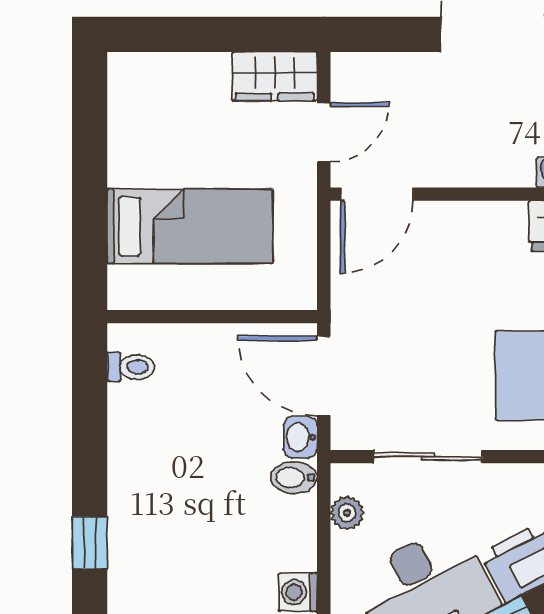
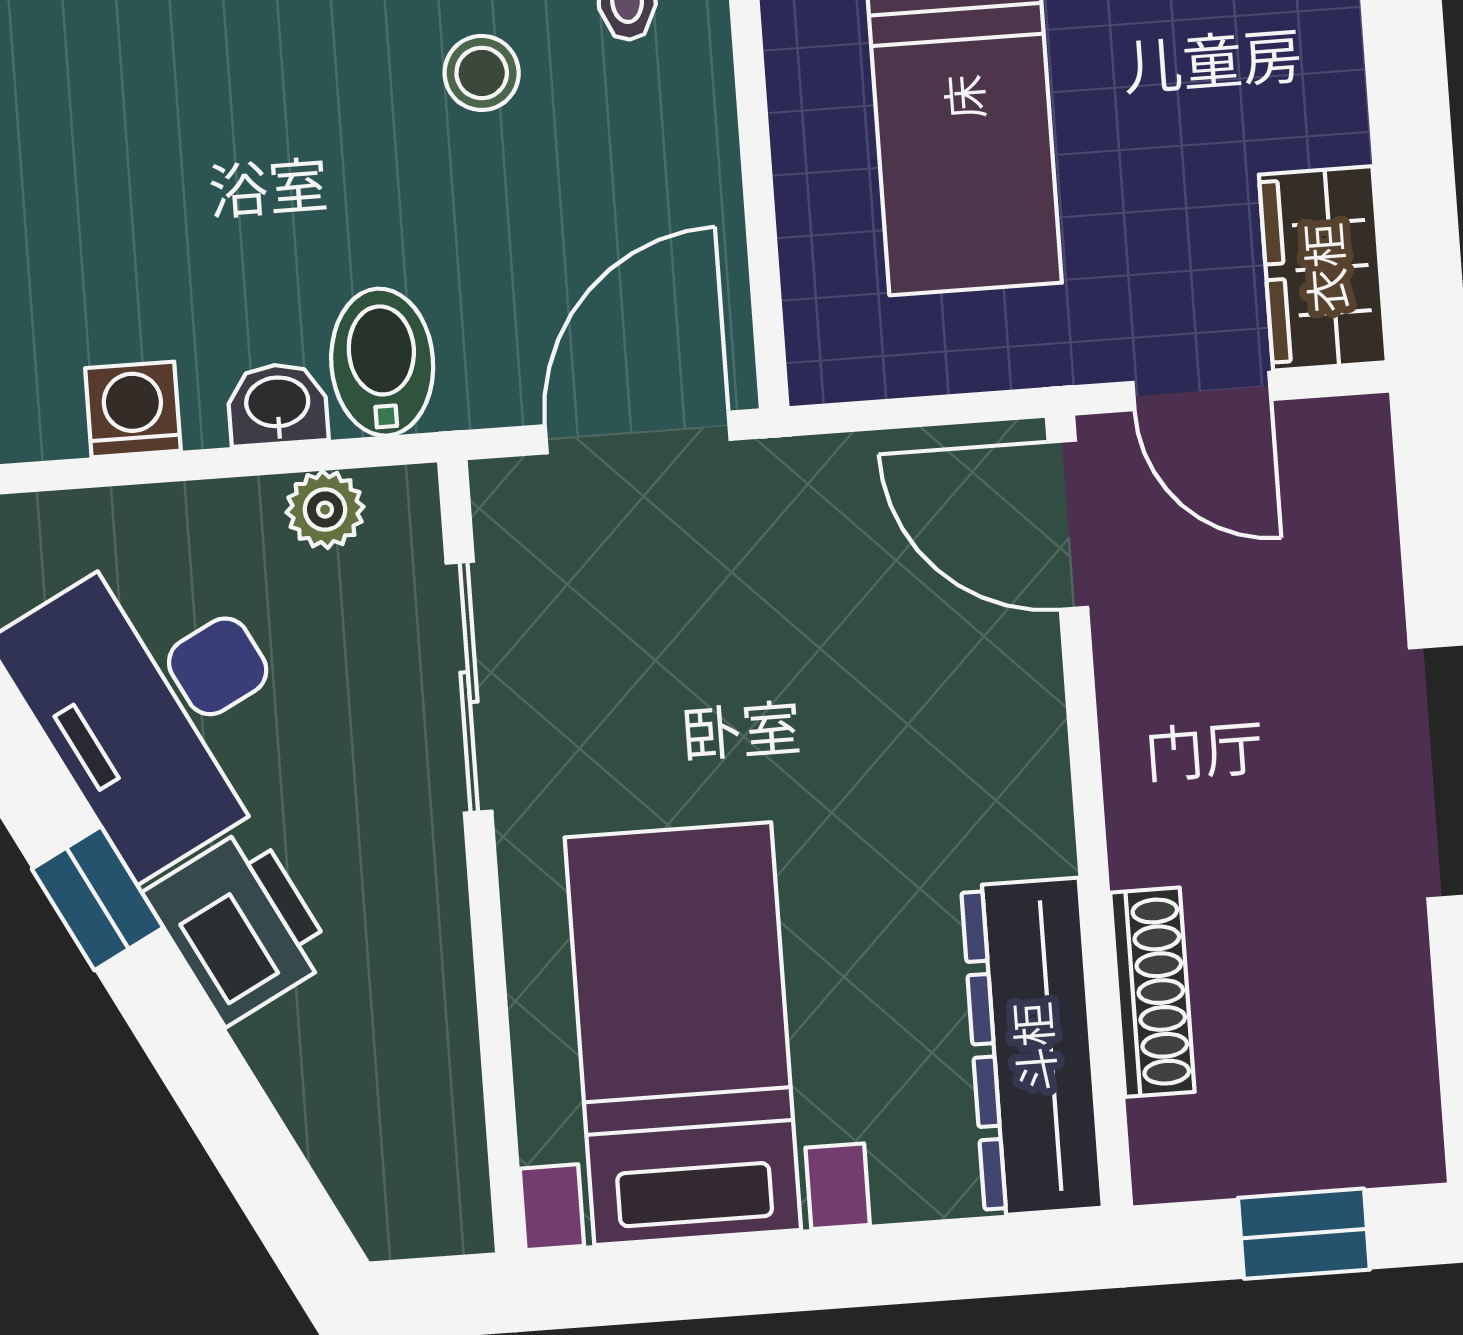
stool: (164, 432) -> (482, 73), added
washbasin: (300, 437) -> (277, 404), moved
bidet: (294, 478) -> (382, 362), width x1.38, depth x1.36

